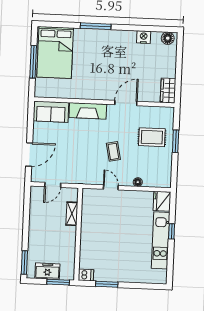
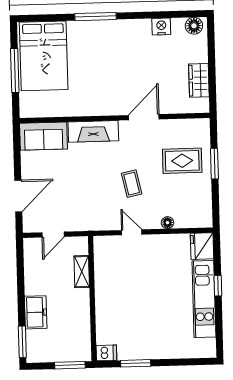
wardrobe: (168, 90) -> (199, 80), moved
freezer: (47, 271) -> (36, 312), moved, turned 90

